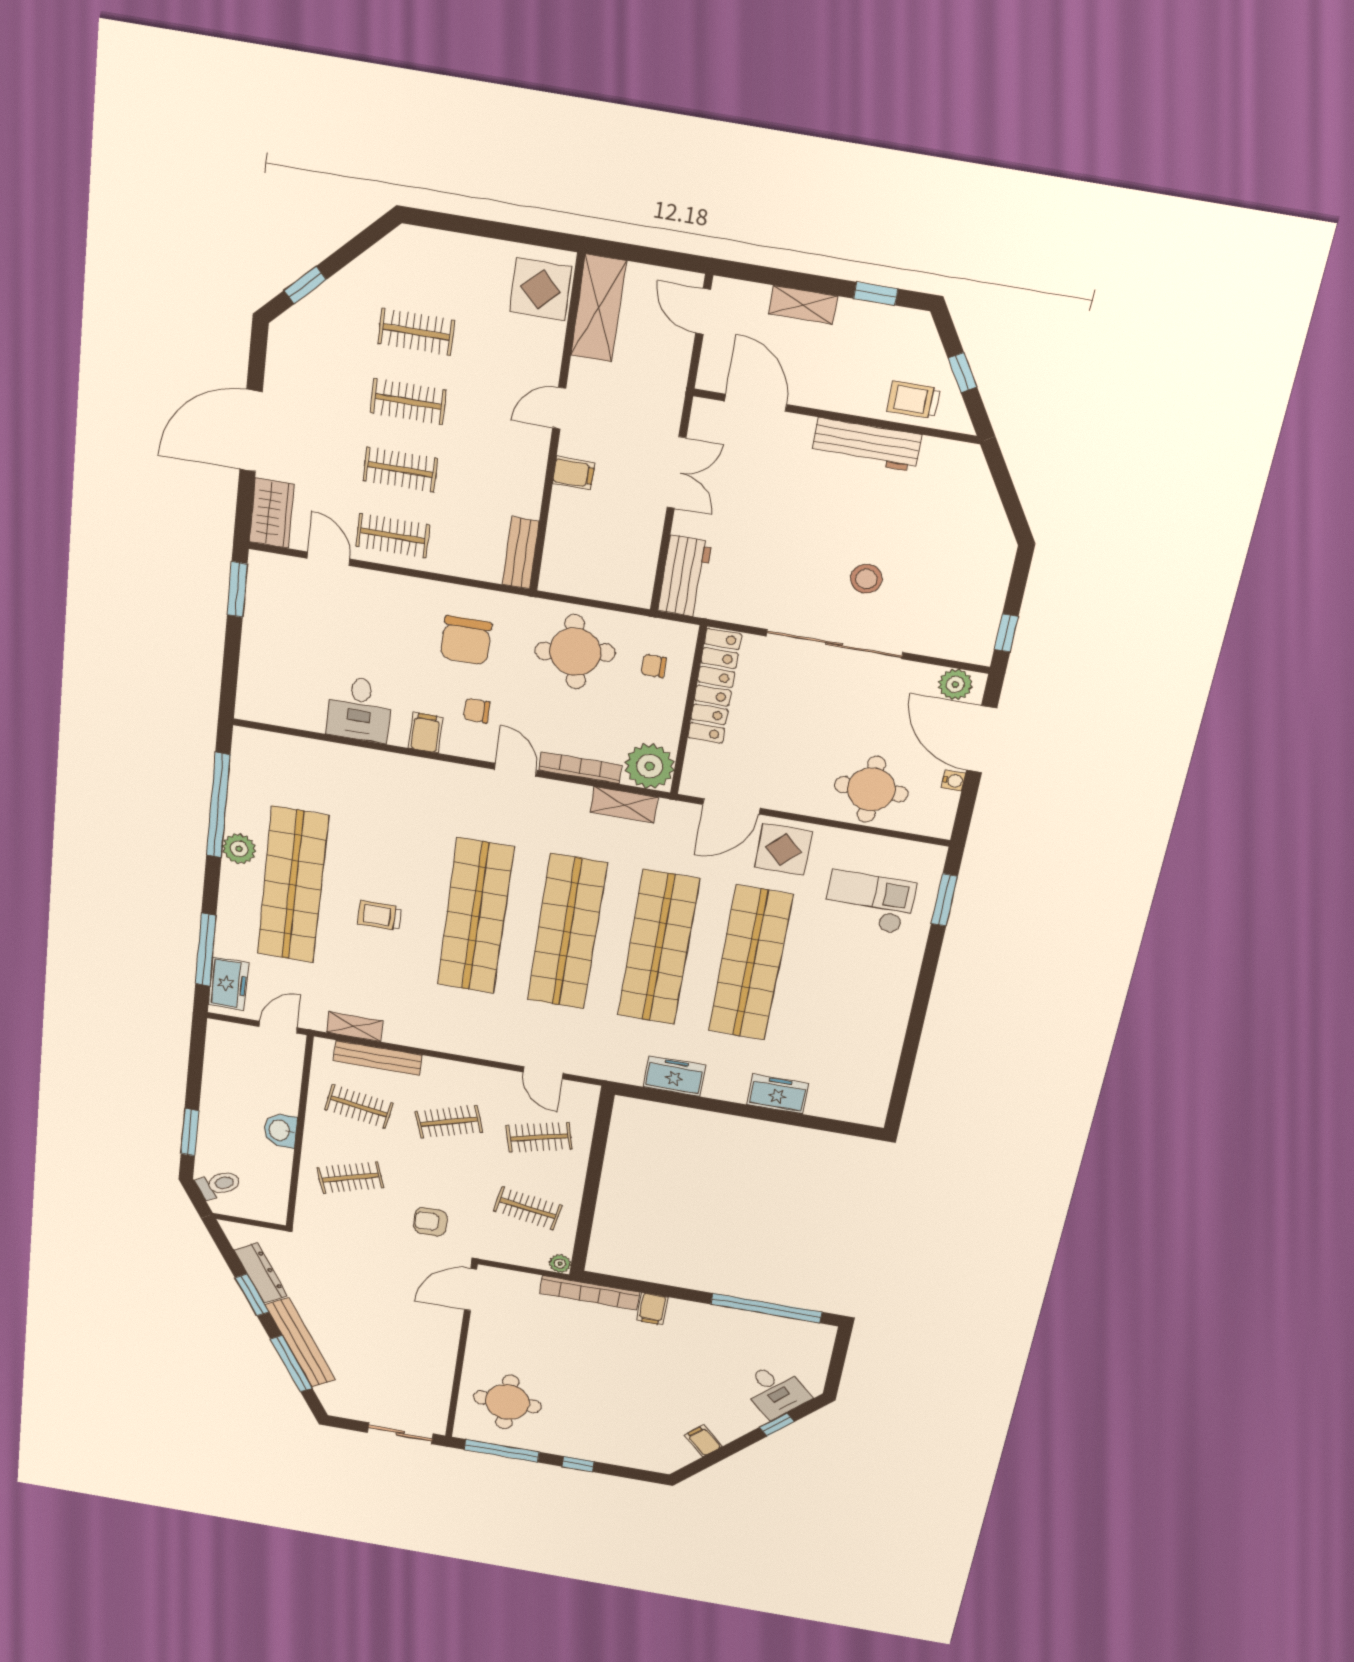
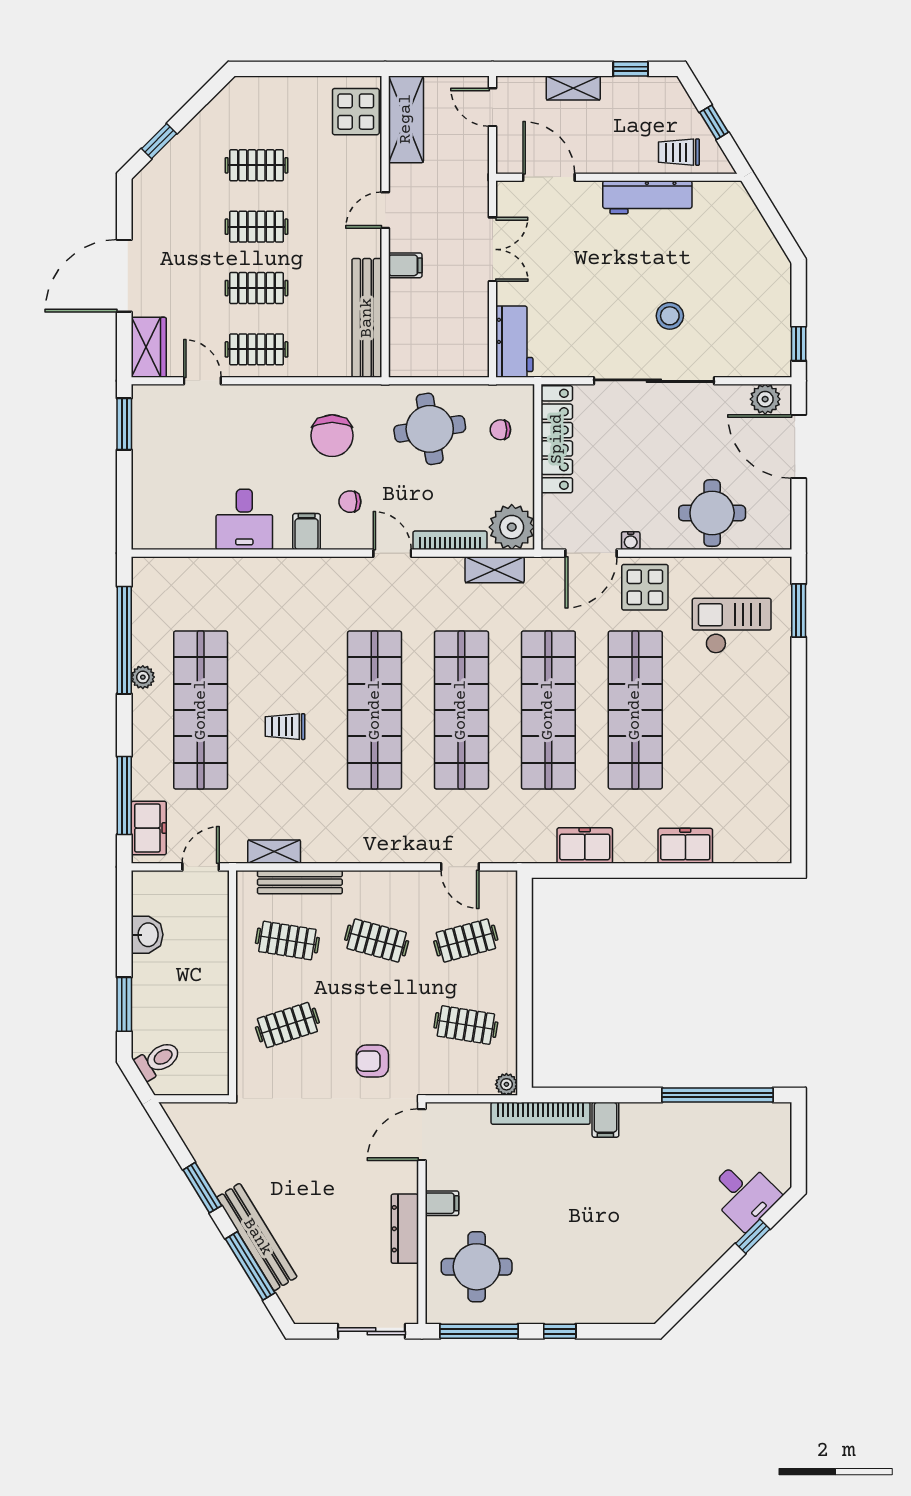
bench: (521, 553) -> (367, 318), width x1.86, depth x1.21
water cooler: (953, 781) -> (631, 541), moved, turned 90
plant: (239, 849) -> (143, 677), width x0.73, depth x0.73
clothes rail: (449, 1122) -> (377, 941), turned 33
washbasin: (280, 1130) -> (147, 935), moved, turned 180
dresser: (261, 1273) -> (405, 1229), moved, turned -149
filing cabinet: (703, 1441) -> (442, 1203), moved, turned 135

